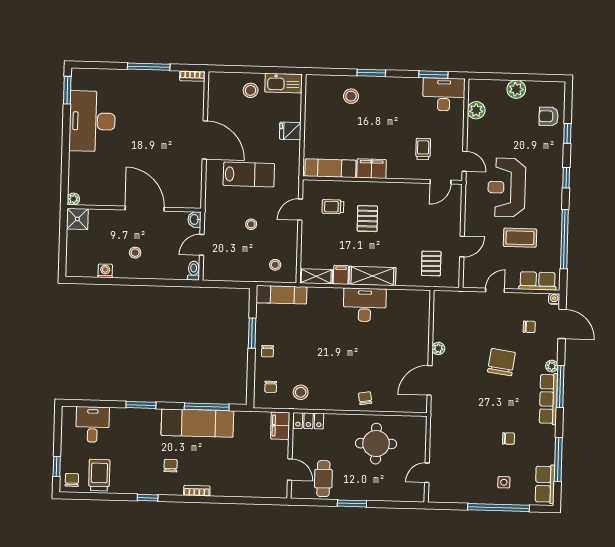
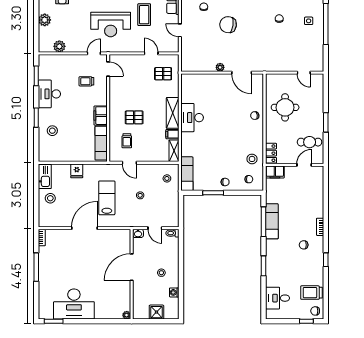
desk: (444, 94) -> (49, 94), moved
shower: (77, 219) -> (156, 312), moved
exam couch: (197, 423) -> (272, 221), width x0.73, depth x0.69

